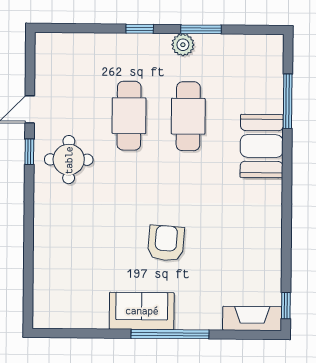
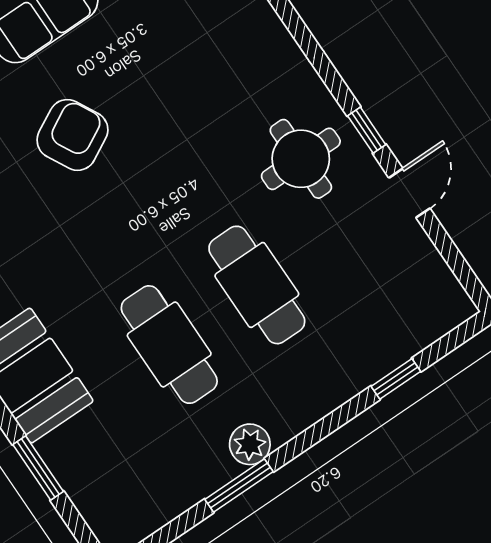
window: (140, 29) -> (396, 379), moved
window: (288, 101) -> (38, 468), width x0.69
armchair: (166, 243) -> (72, 135), turned -122

